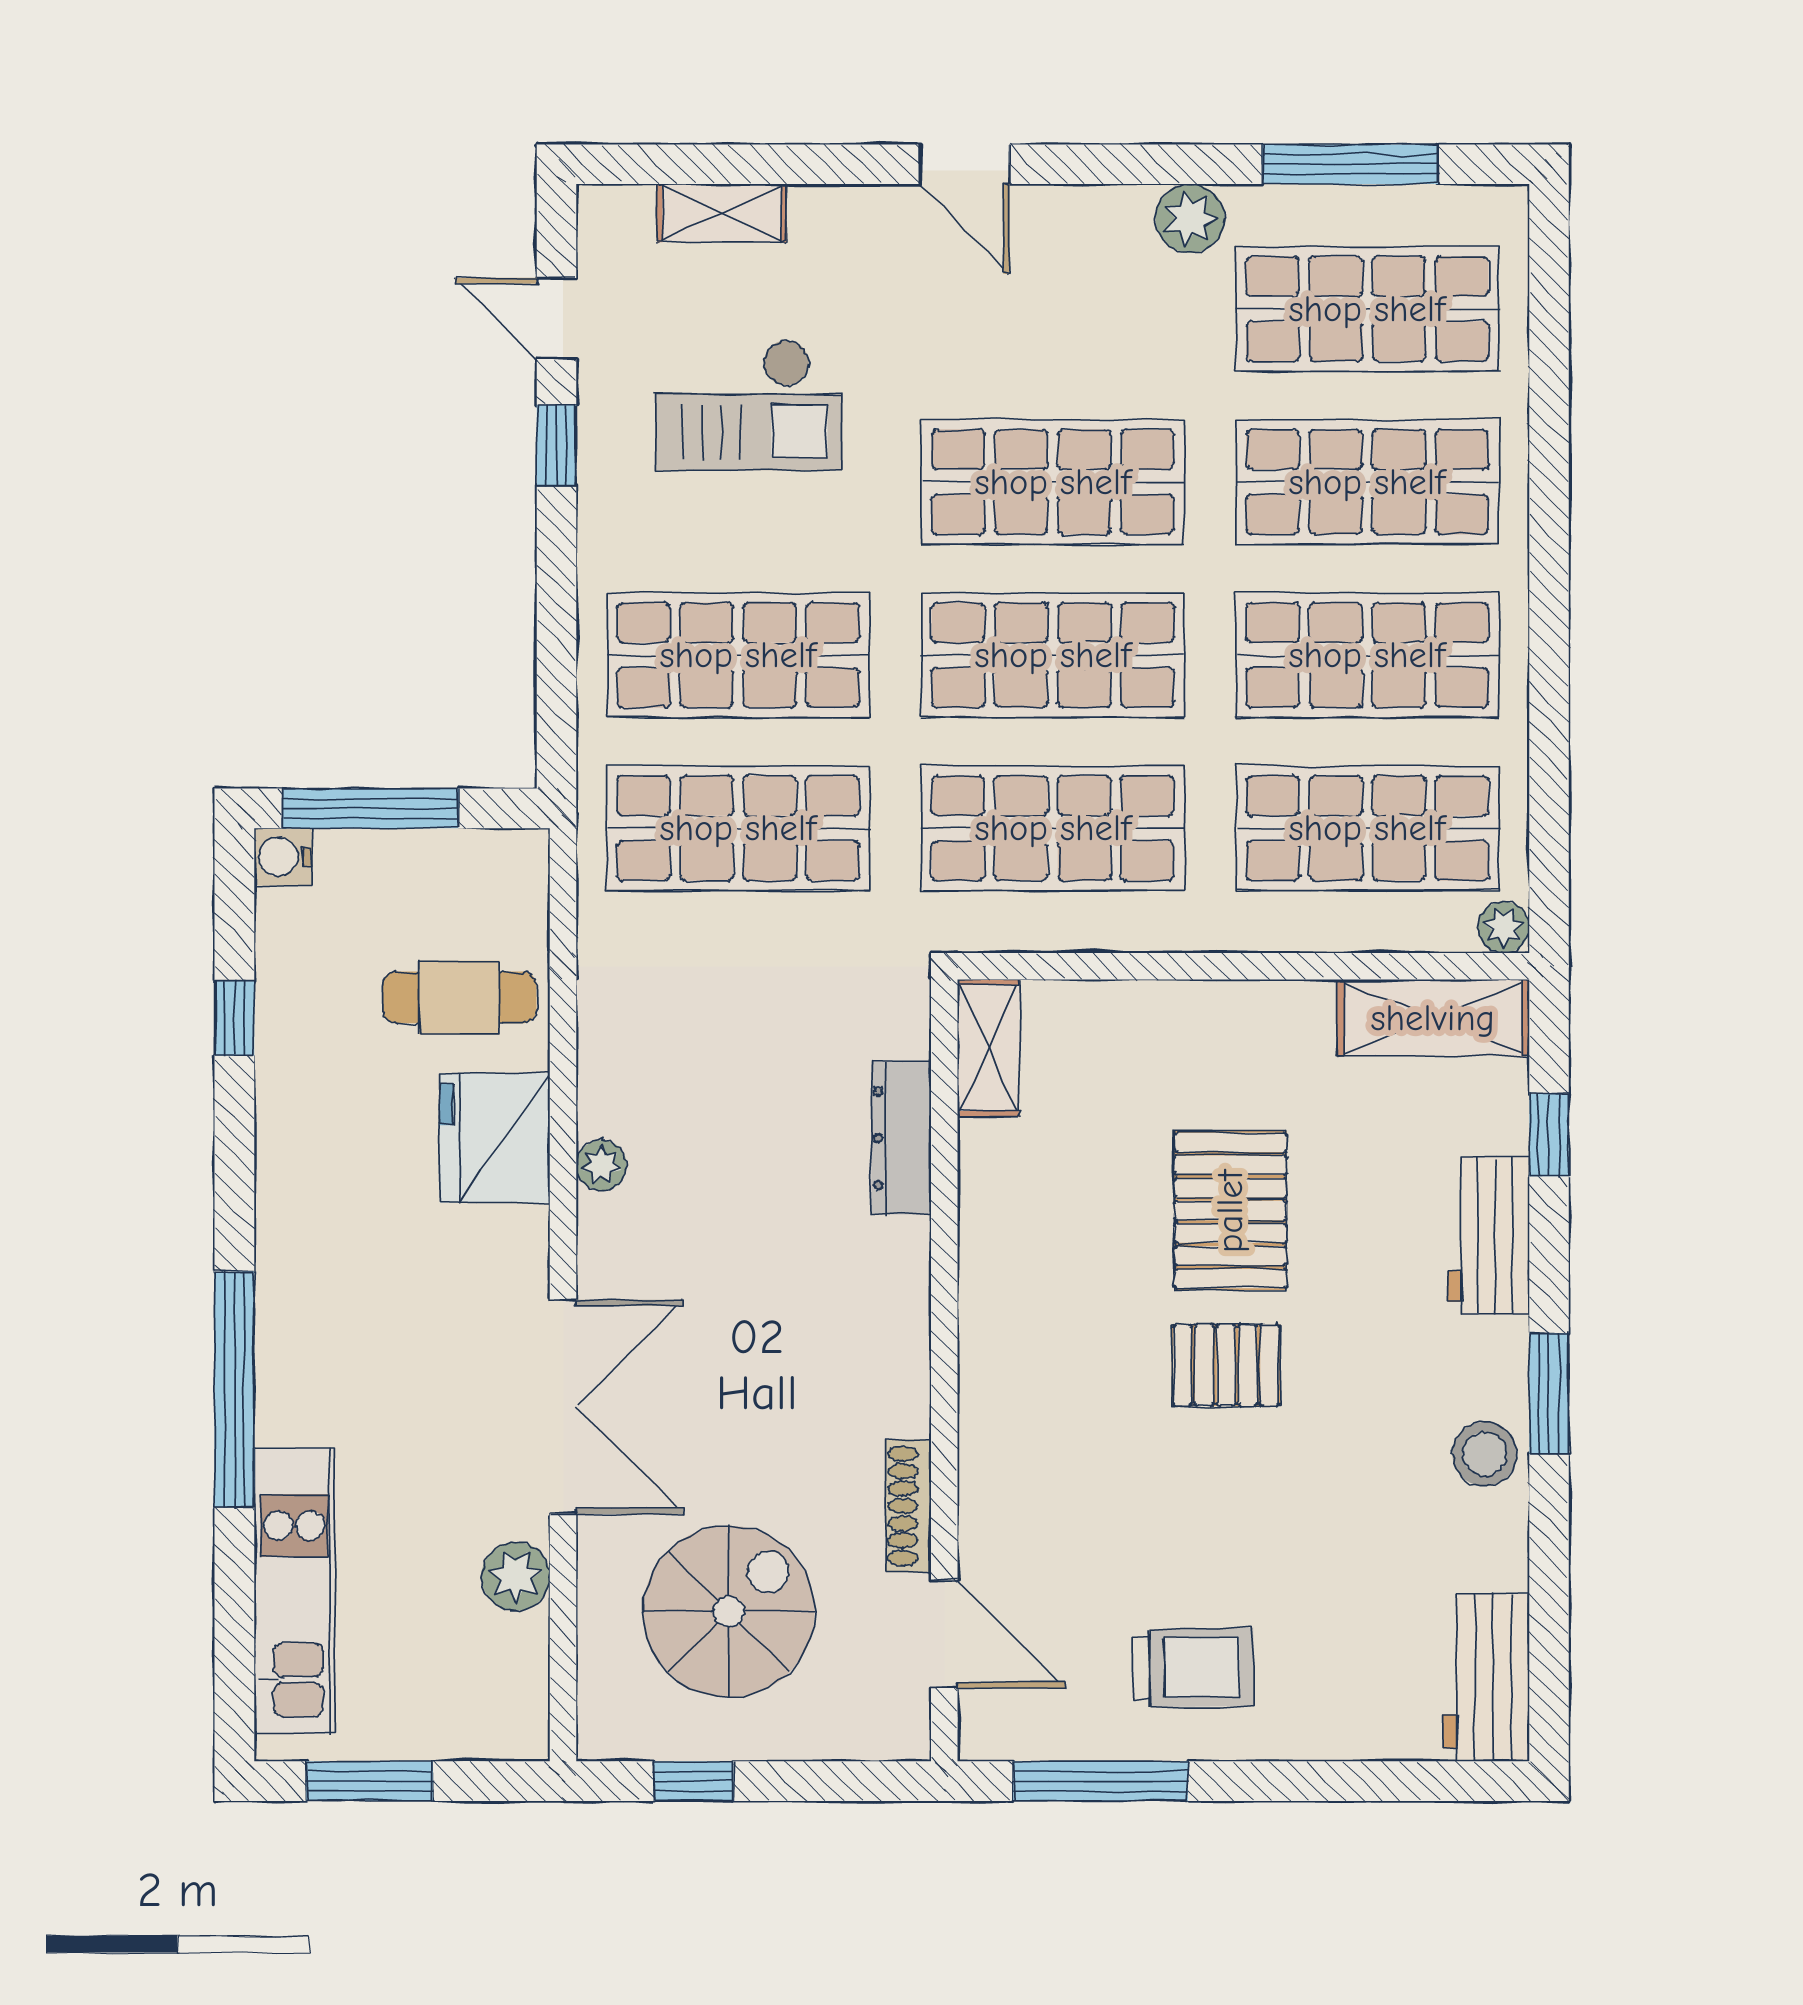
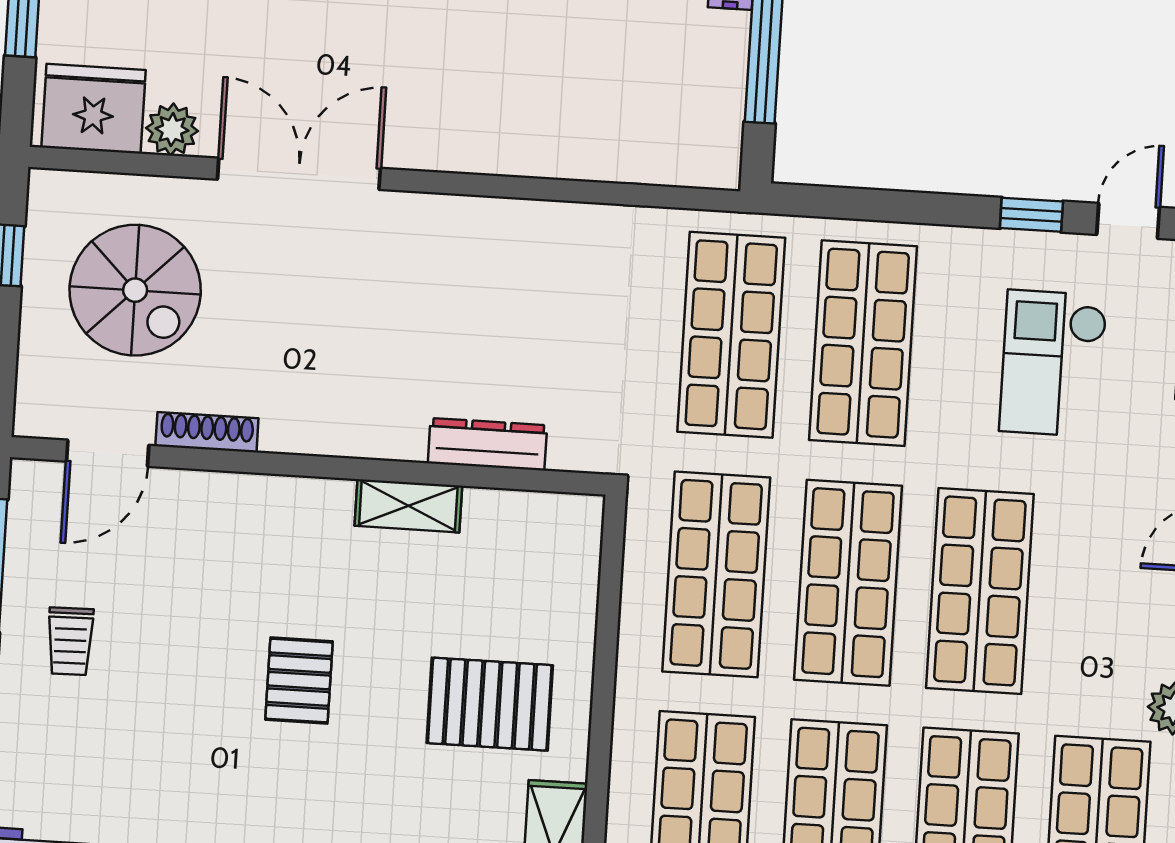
cafe table: (459, 997) -> (616, 114), removed
shelving: (988, 1048) -> (408, 506), moved
fridge: (495, 1138) -> (94, 109), moved
plant: (601, 1165) -> (481, 215), removed
pallet: (1230, 1211) -> (490, 704), moved
double door: (563, 1407) -> (299, 174), swing flipped
trolley: (1193, 1668) -> (70, 641), width x0.73, depth x0.72

